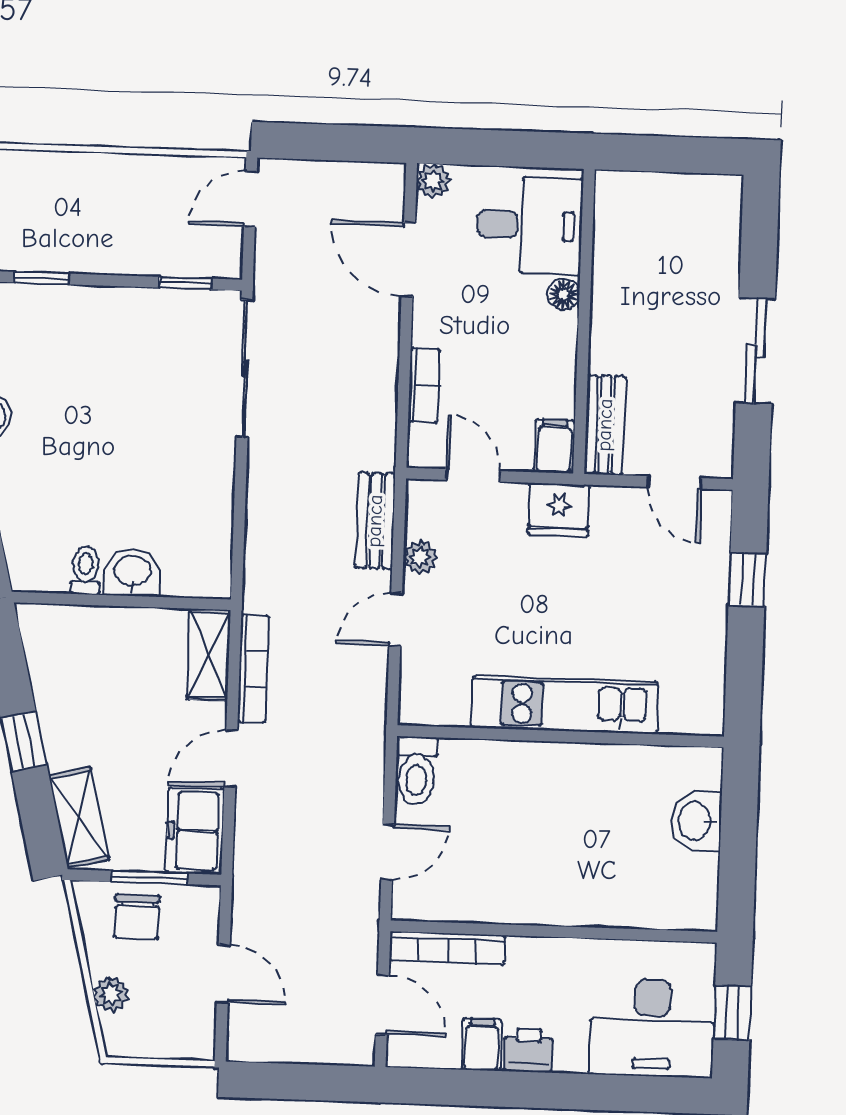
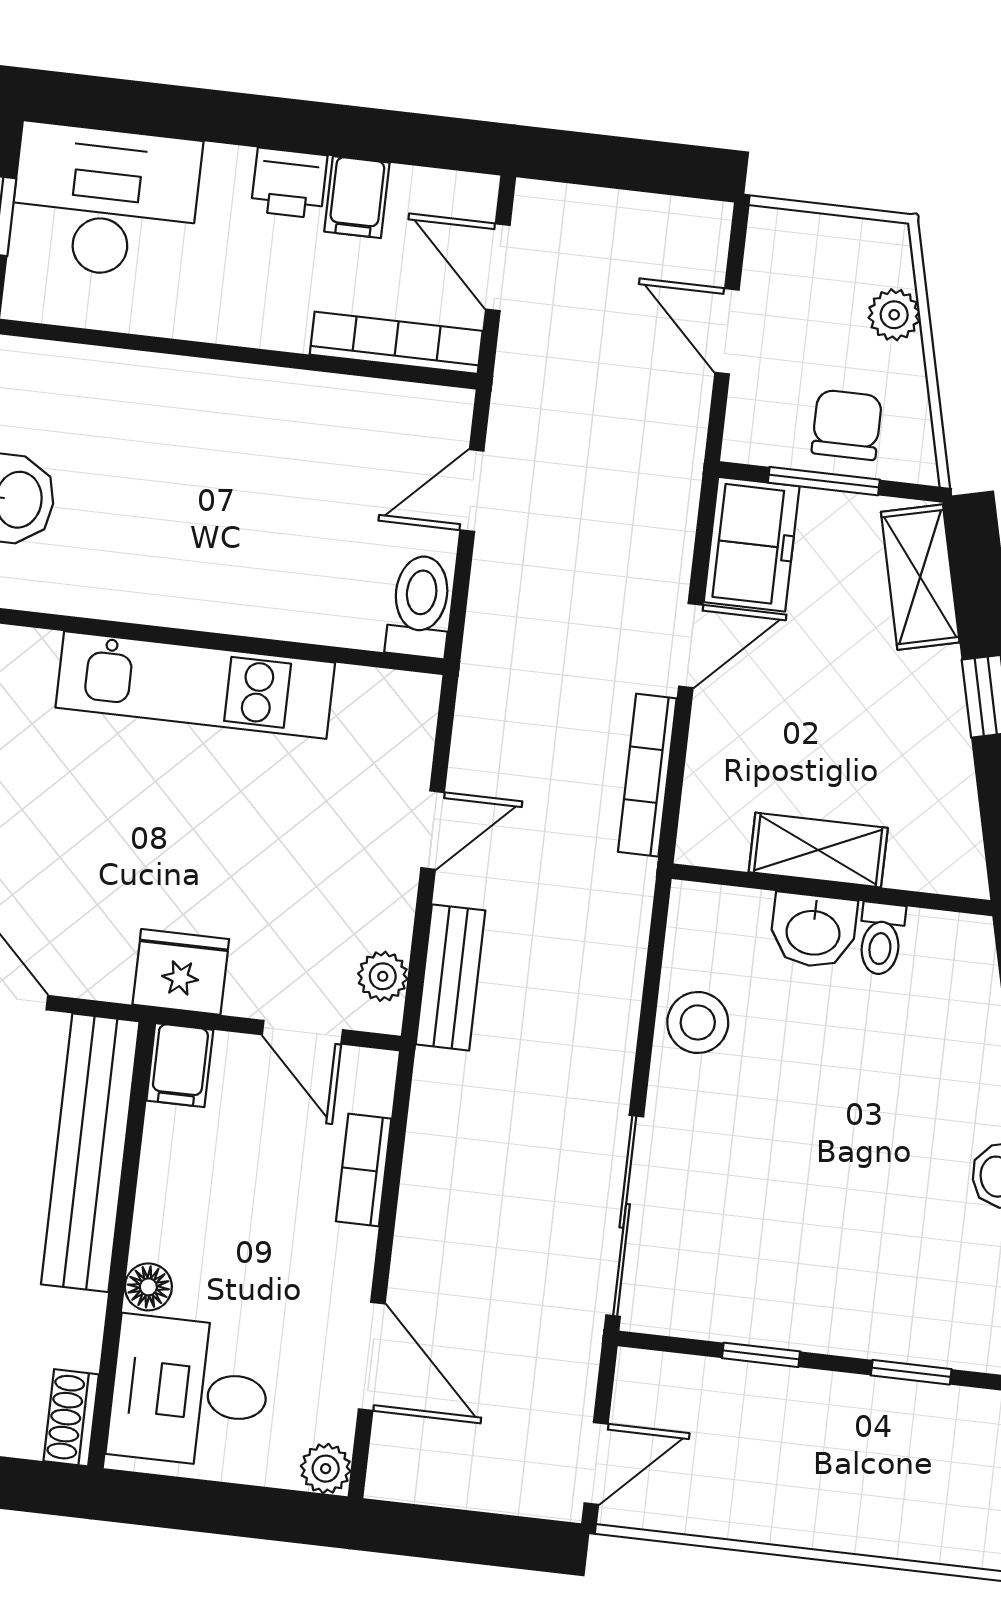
shoe rack: (609, 201) -> (71, 1418), added
window: (185, 283) -> (761, 1355), moved
bench: (605, 425) -> (90, 1153), width x1.86, depth x1.21
stool: (205, 504) -> (698, 1022), added
plant: (420, 557) -> (383, 976), moved
shelving: (209, 655) -> (818, 850), moved, turned 90

